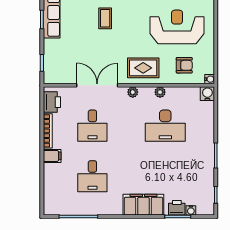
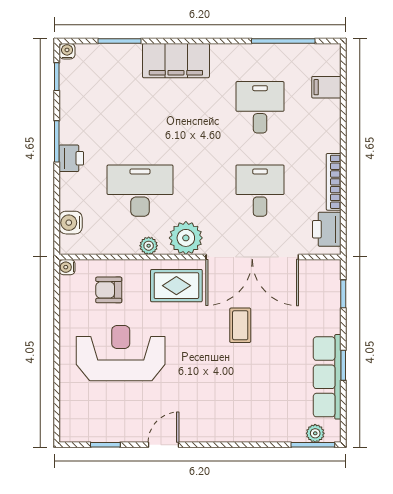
coffee table: (105, 18) -> (240, 325), moved
reception desk: (177, 27) -> (121, 353), turned 180
double door: (97, 85) -> (252, 257), width x1.36
plant: (133, 92) -> (186, 238), width x1.88, depth x1.88
water cooler: (207, 94) -> (71, 223), moved, turned 90
filing cabinet: (52, 156) -> (326, 87), moved
printer: (177, 208) -> (71, 158), moved, turned -90
water cooler: (191, 210) -> (67, 51), moved

